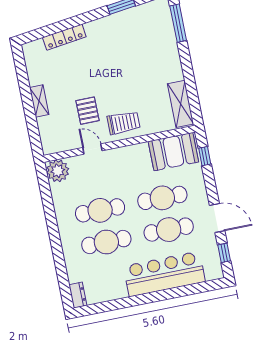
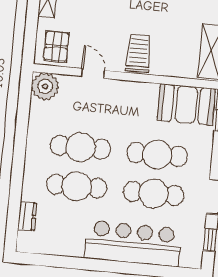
pallet: (88, 111) -> (56, 47), moved
trolley: (124, 123) -> (138, 54), turned -90
dresser: (78, 295) -> (27, 216), moved

